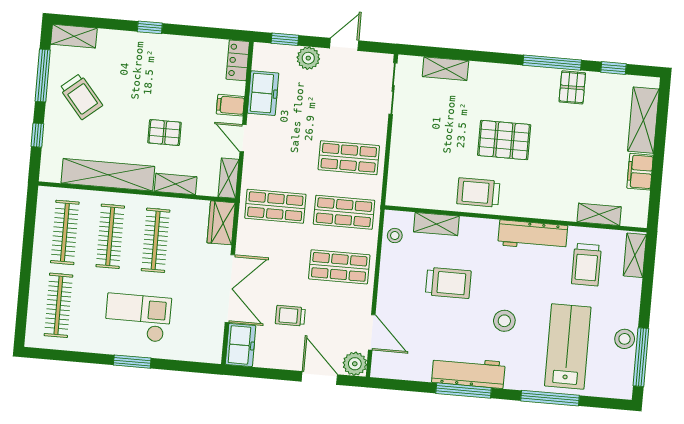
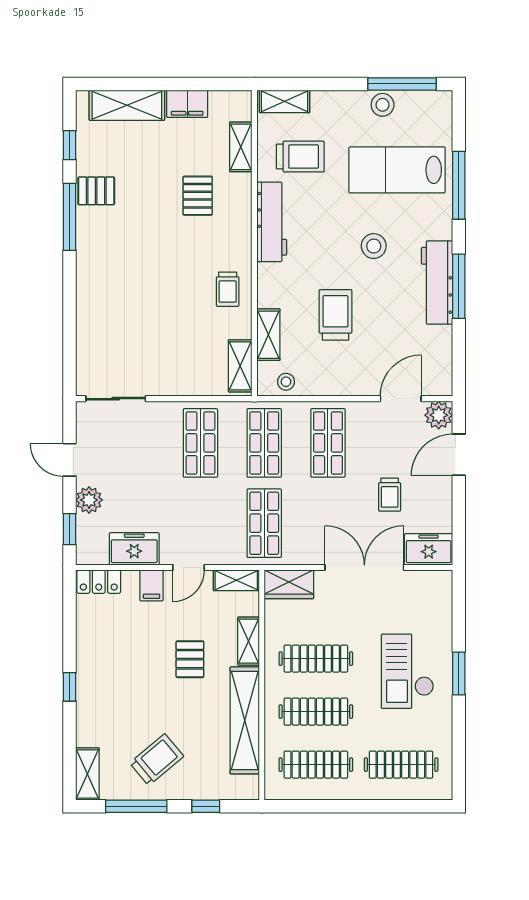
shelving: (445, 69) -> (240, 366), moved
pallet: (504, 140) -> (198, 196), moved, width x0.67, depth x0.71
trolley: (478, 192) -> (228, 289), width x0.73, depth x0.72

